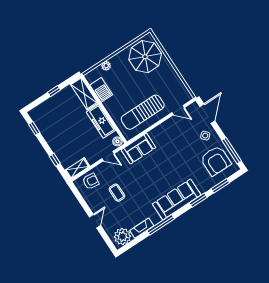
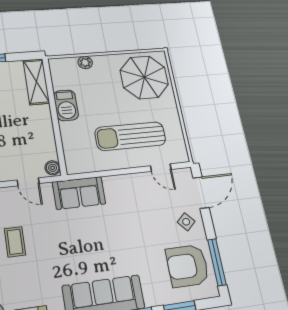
barbecue: (101, 90) -> (66, 105), moved
sun lounger: (143, 112) -> (130, 136), moved
freezer: (101, 121) -> (42, 129), removed
armchair: (216, 161) -> (187, 266), turned 90

